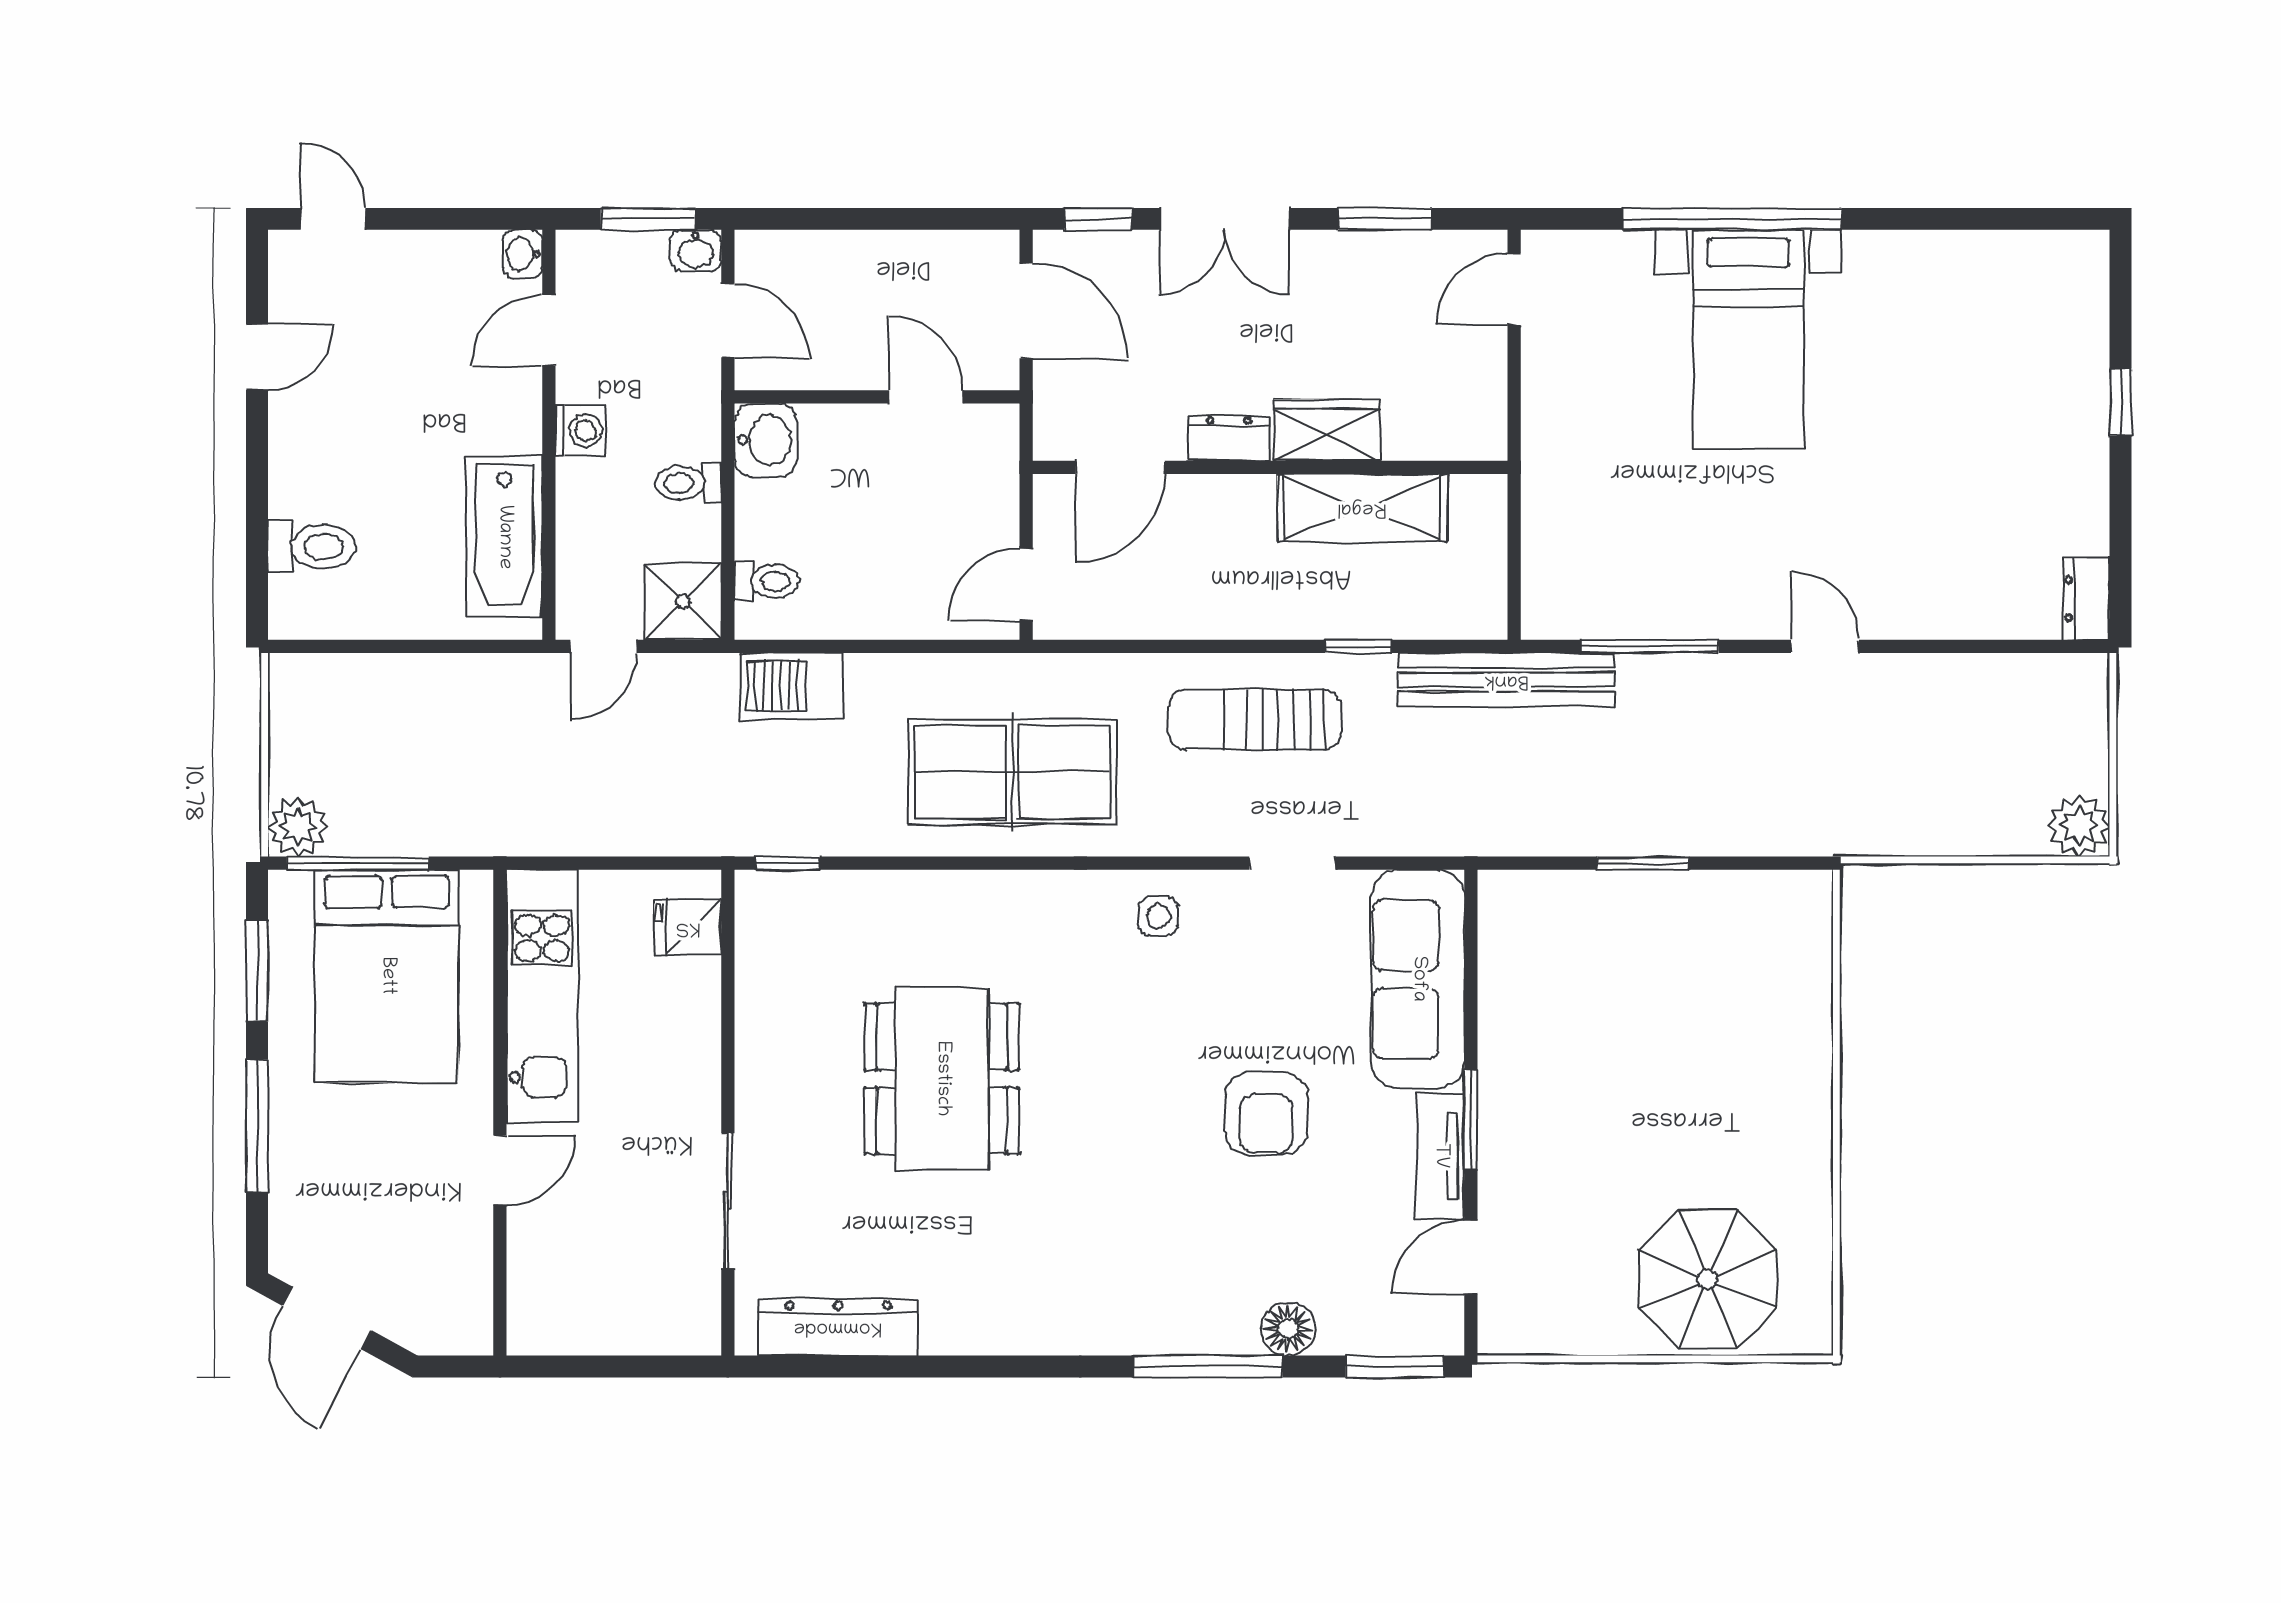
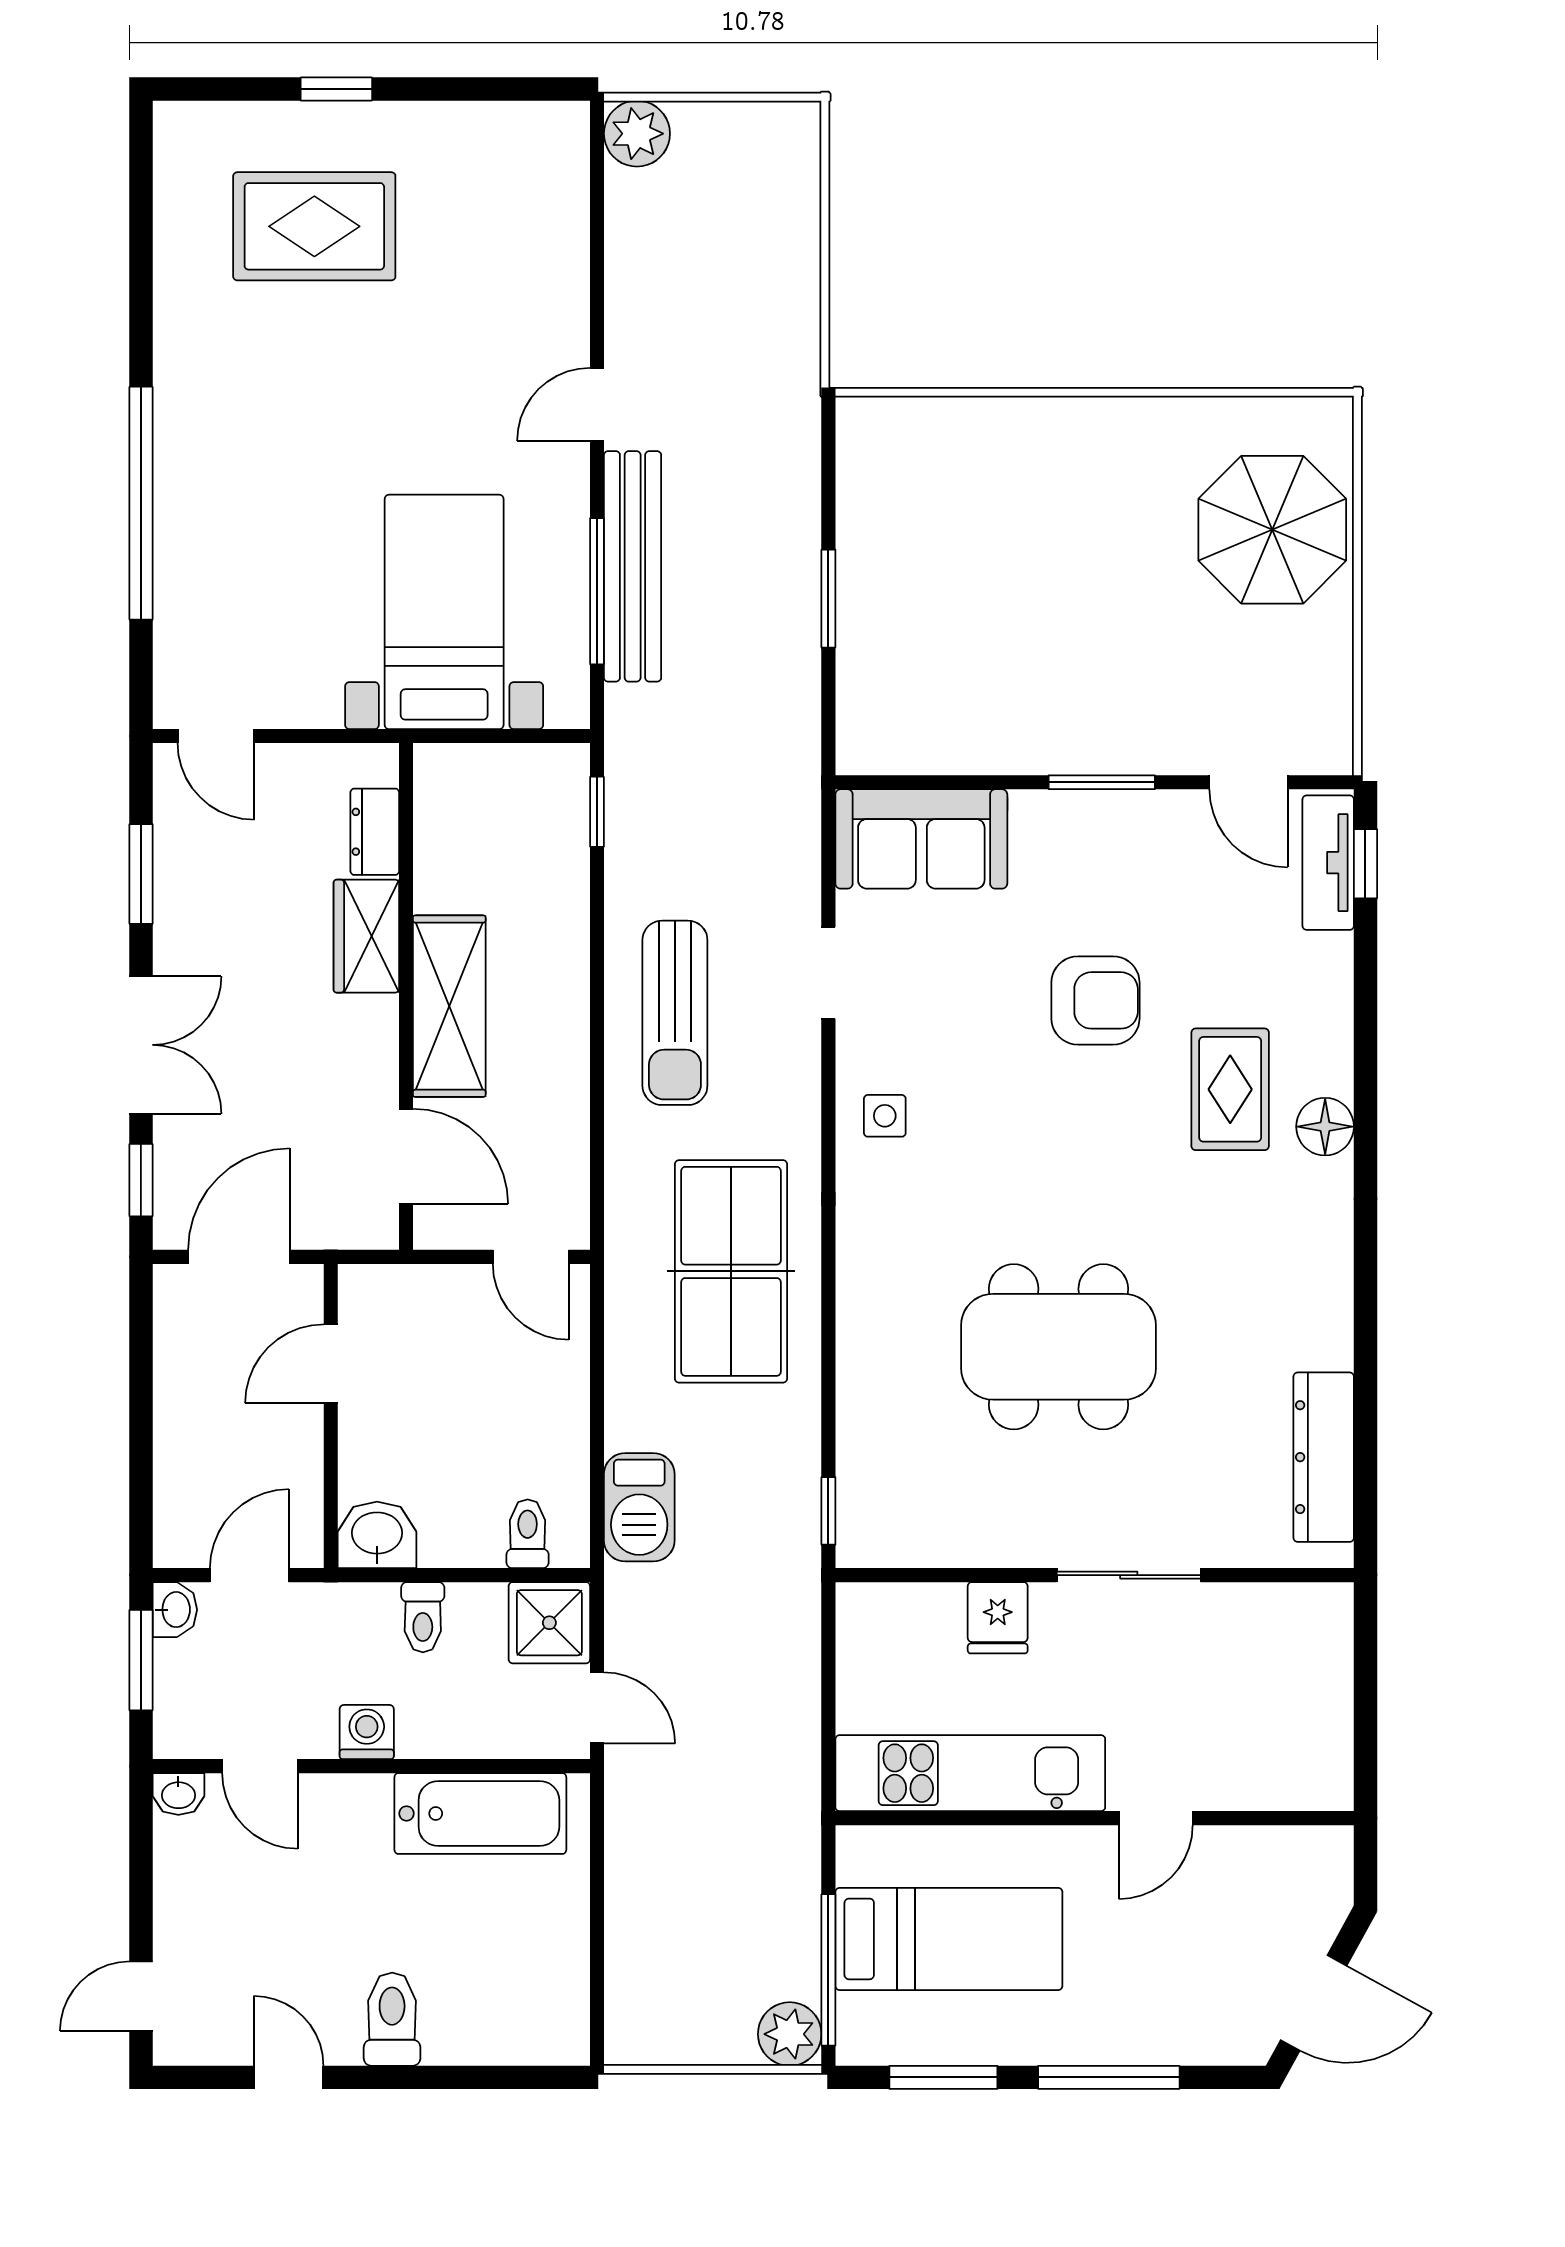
bed with nightstands: (1748, 340) -> (444, 612), moved, turned -90
rug: (1992, 381) -> (314, 226), added
dresser: (1229, 438) -> (375, 832), moved
shelving: (1362, 508) -> (449, 1006), moved
toilet: (312, 547) -> (392, 2019), moved
dresser: (2087, 599) -> (546, 125), removed
window: (1358, 646) -> (597, 812), moved
bench: (1506, 680) -> (633, 566), moved
plant: (2079, 826) -> (637, 134), moved
fridge: (688, 927) -> (998, 1618), moved
bed: (387, 976) -> (949, 1939), width x0.67
sofa: (1418, 979) -> (921, 839), width x0.73
tv unit: (1440, 1156) -> (1328, 863), moved, turned 90
door: (500, 1170) -> (1156, 1818), swing flipped
sliding door: (728, 1201) -> (1129, 1575), moved
rug: (1183, 1240) -> (1230, 1089), added
floor lamp: (1288, 1329) -> (1325, 1127), moved
window: (1208, 1367) -> (1365, 1063), removed
window: (1394, 1367) -> (1365, 864), width x0.67

